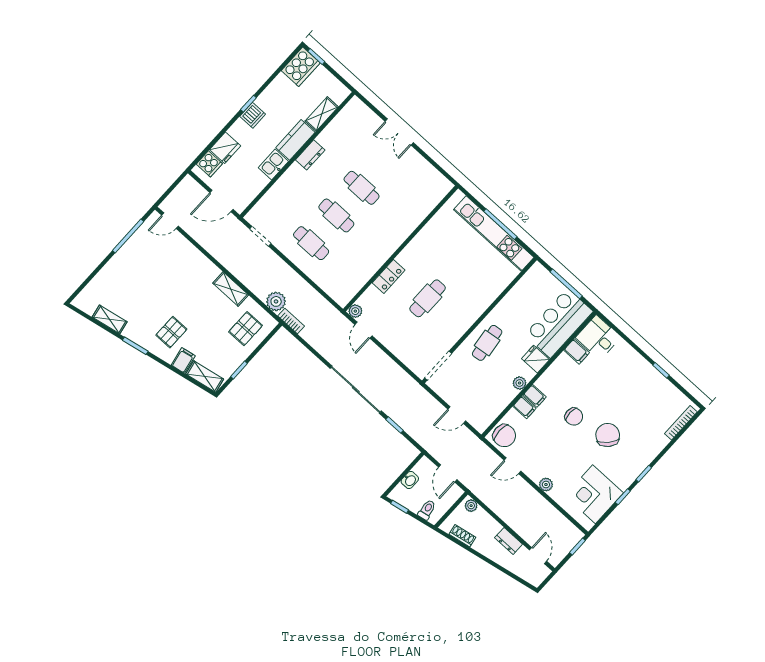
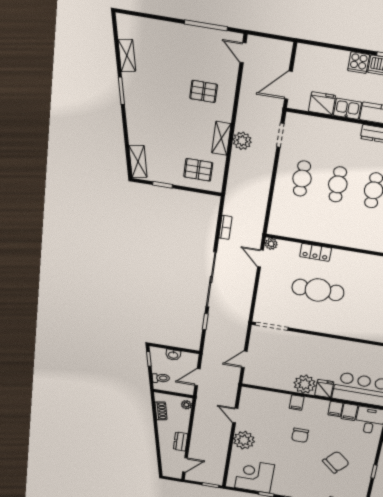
fridge: (225, 148) -> (322, 103), moved, turned 180
cooker: (209, 164) -> (359, 63), moved
door: (221, 201) -> (288, 85), hinge flipped
cafe table: (428, 298) -> (318, 290), width x1.37, depth x1.35
plant: (276, 301) -> (242, 141), moved
bookcase: (291, 321) -> (225, 227), moved
door: (363, 330) -> (261, 259), hinge flipped
pallet: (171, 332) -> (204, 91), moved
cafe table: (487, 343) -> (313, 350), removed
filing cabinet: (183, 360) -> (138, 137), removed
plant: (520, 383) -> (305, 384), width x1.87, depth x1.87
filing cabinet: (524, 407) -> (335, 409), moved
door: (457, 415) -> (244, 359), hinge flipped
chair: (608, 435) -> (336, 462), moved
chair: (504, 436) -> (253, 399), removed
plant: (546, 485) -> (244, 440), width x1.87, depth x1.87

